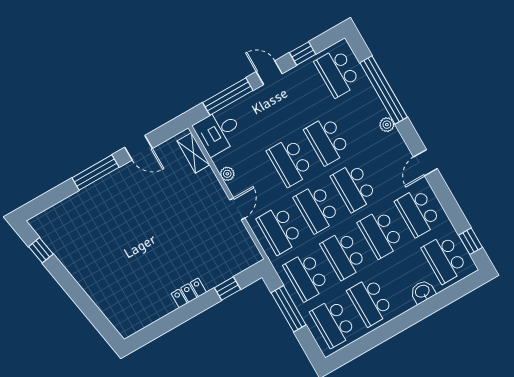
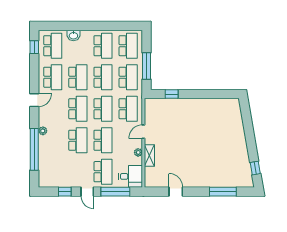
school desk: (337, 73) -> (103, 172), moved
shelving: (193, 153) -> (149, 156), moved
window: (96, 172) -> (223, 192), moved
locker: (189, 293) -> (193, 103), removed

